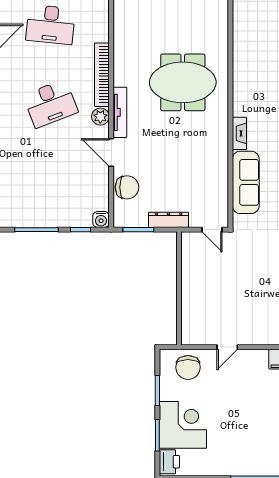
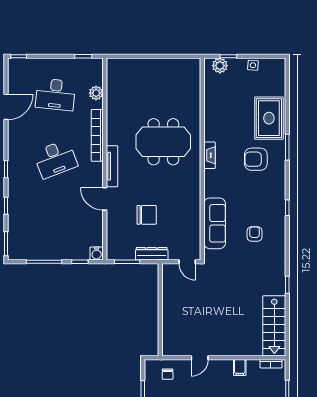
plant: (100, 117) -> (96, 93), moved
fireplace: (239, 133) -> (209, 155), moved
chair: (127, 187) -> (147, 215), moved
chair: (188, 367) -> (168, 374), width x0.54, depth x0.54

